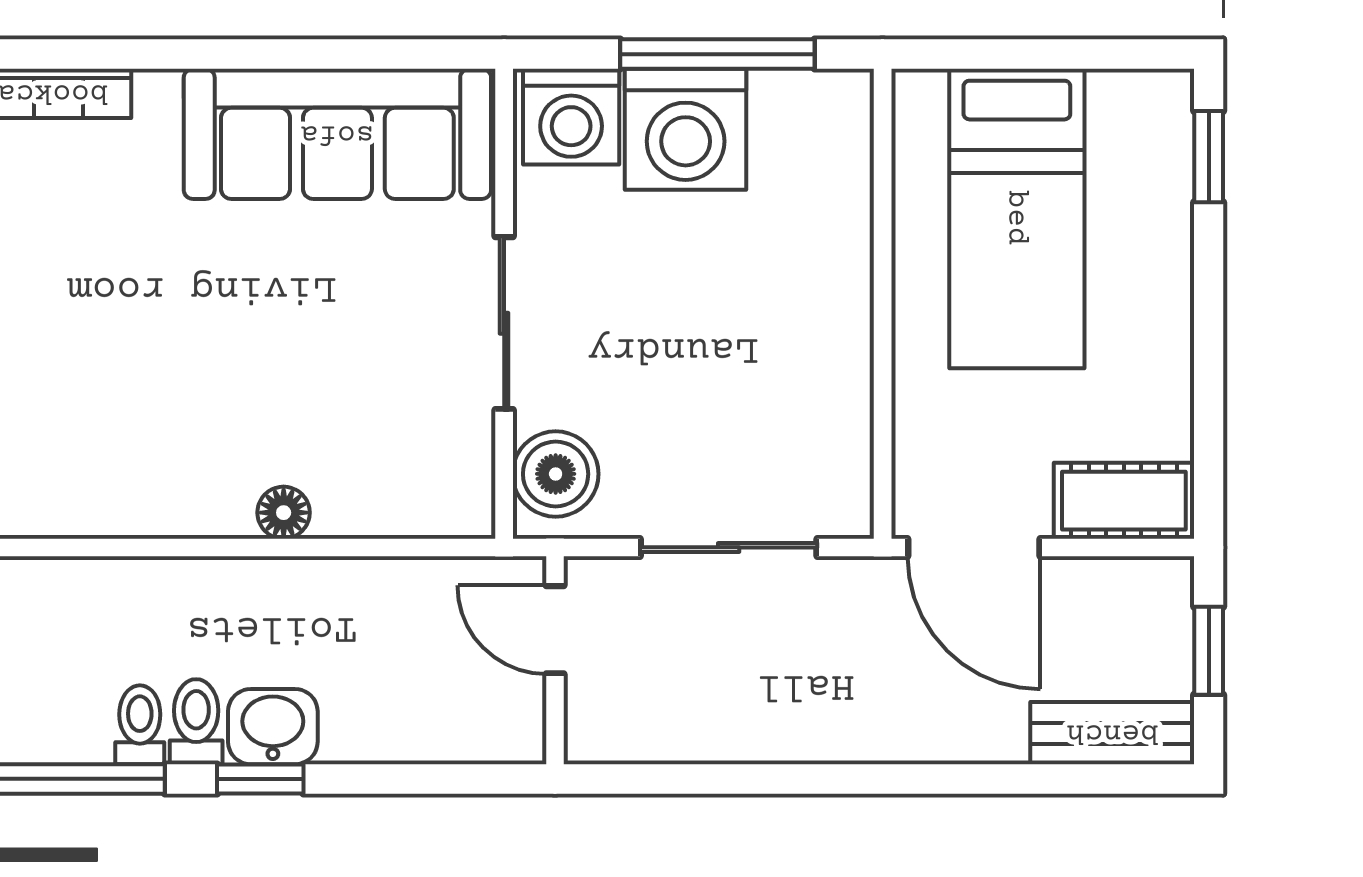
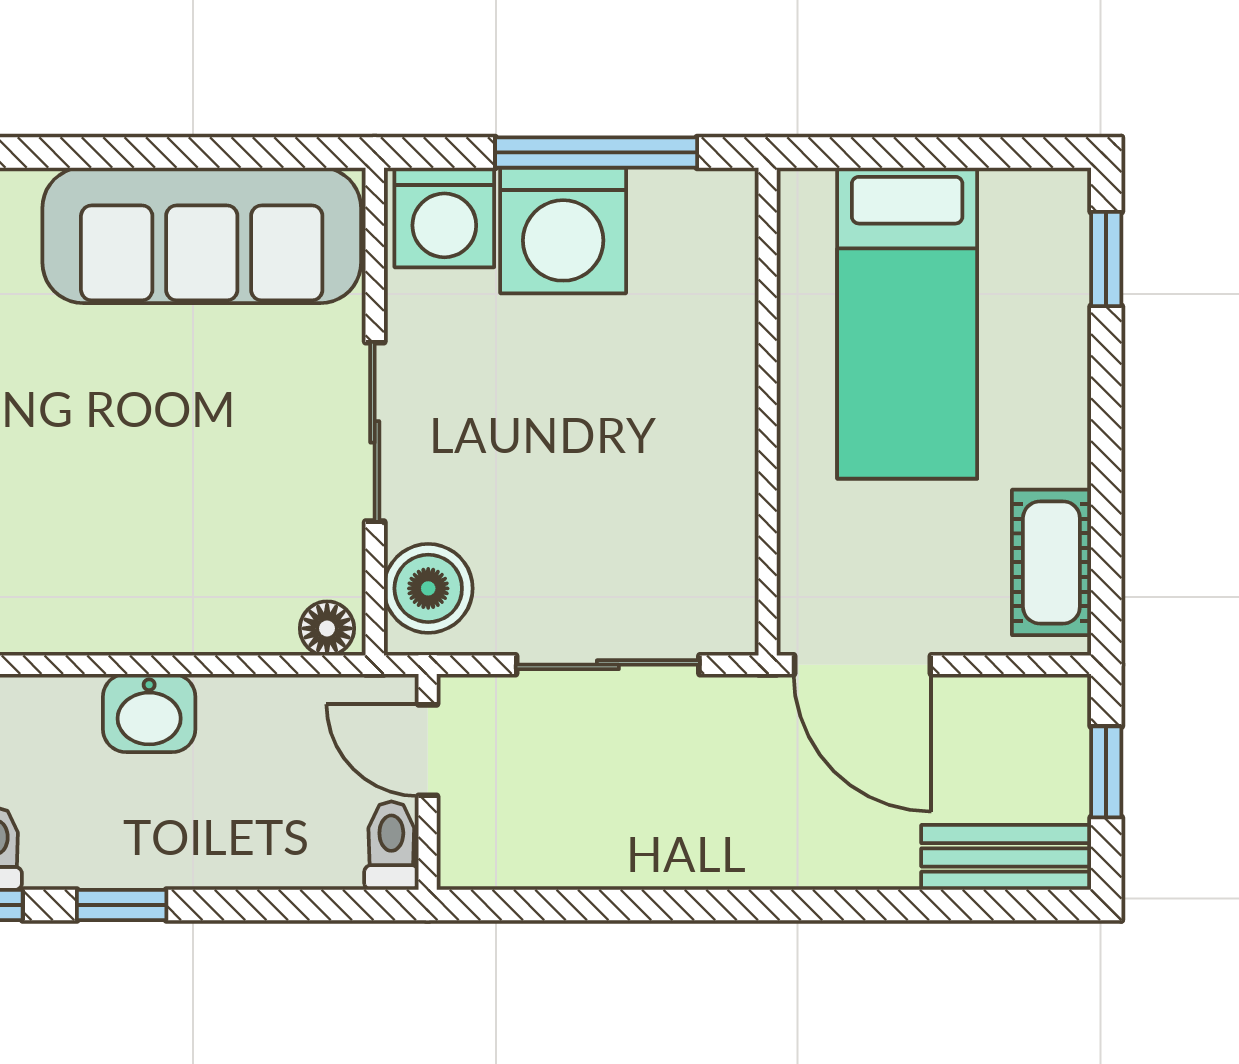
cot: (1124, 501) -> (1051, 562), moved, turned 90
floor lamp: (284, 513) -> (327, 628), moved
toilet: (196, 722) -> (391, 846), moved
washbasin: (273, 727) -> (149, 713), moved, turned 180

